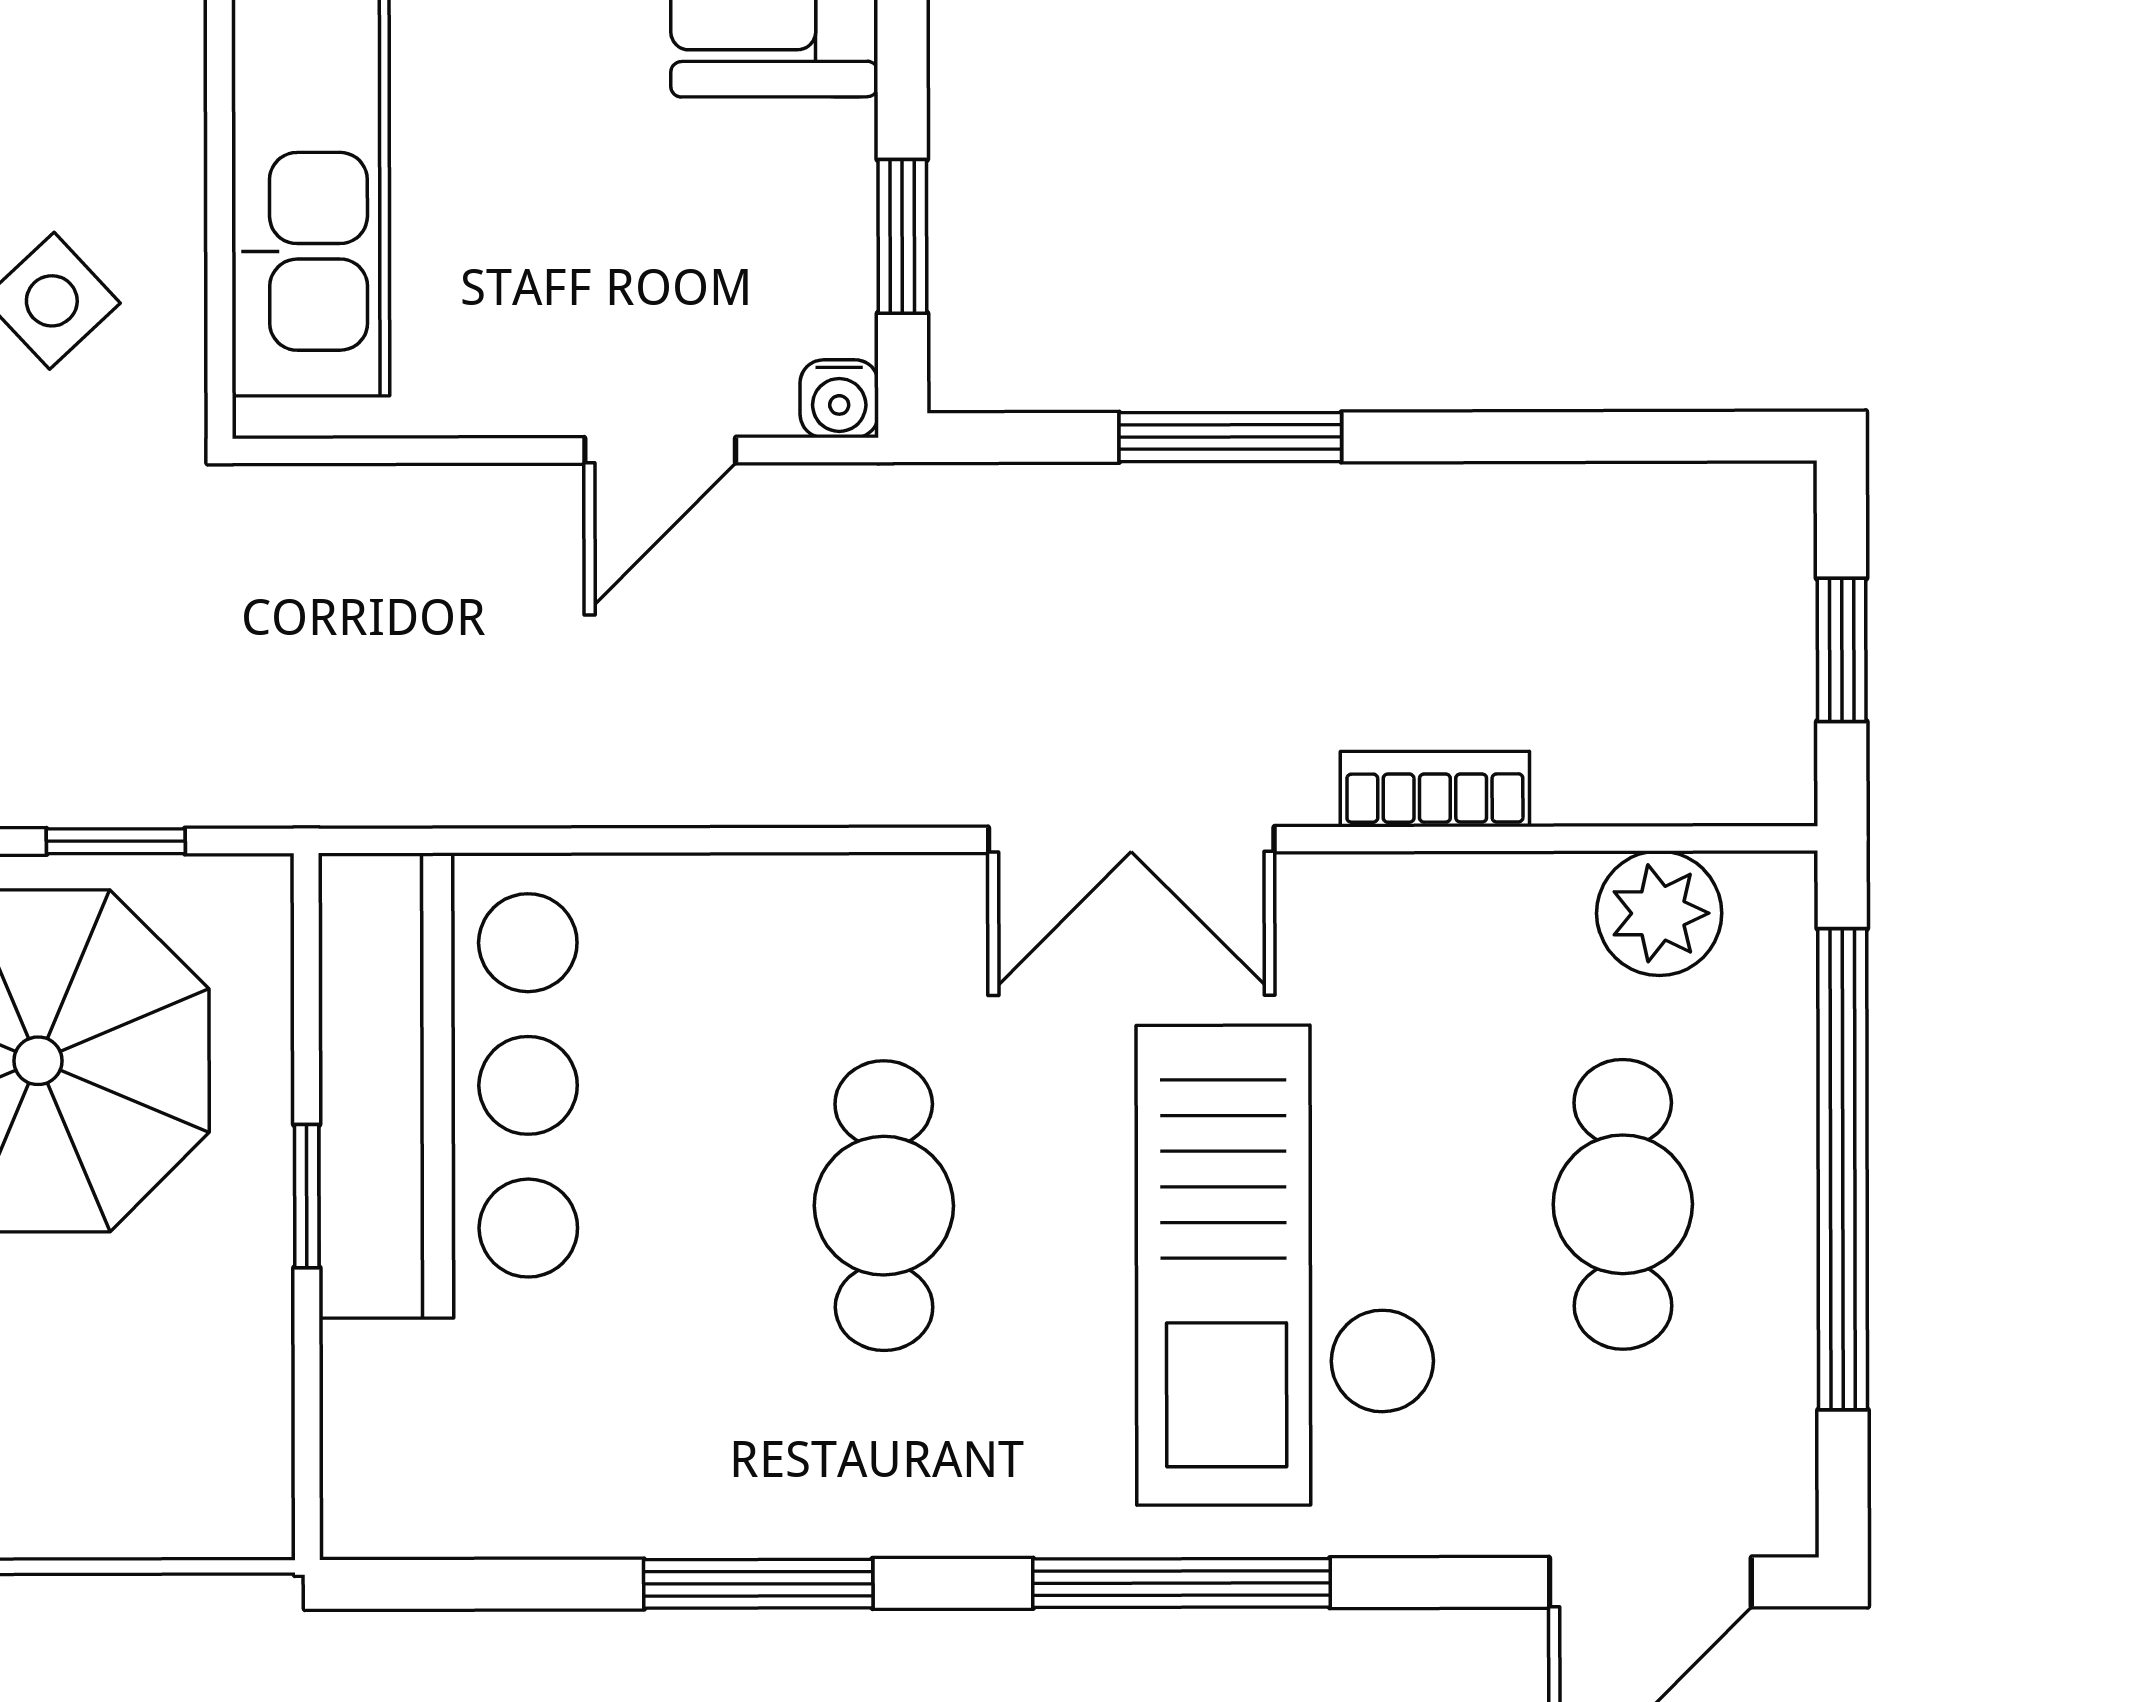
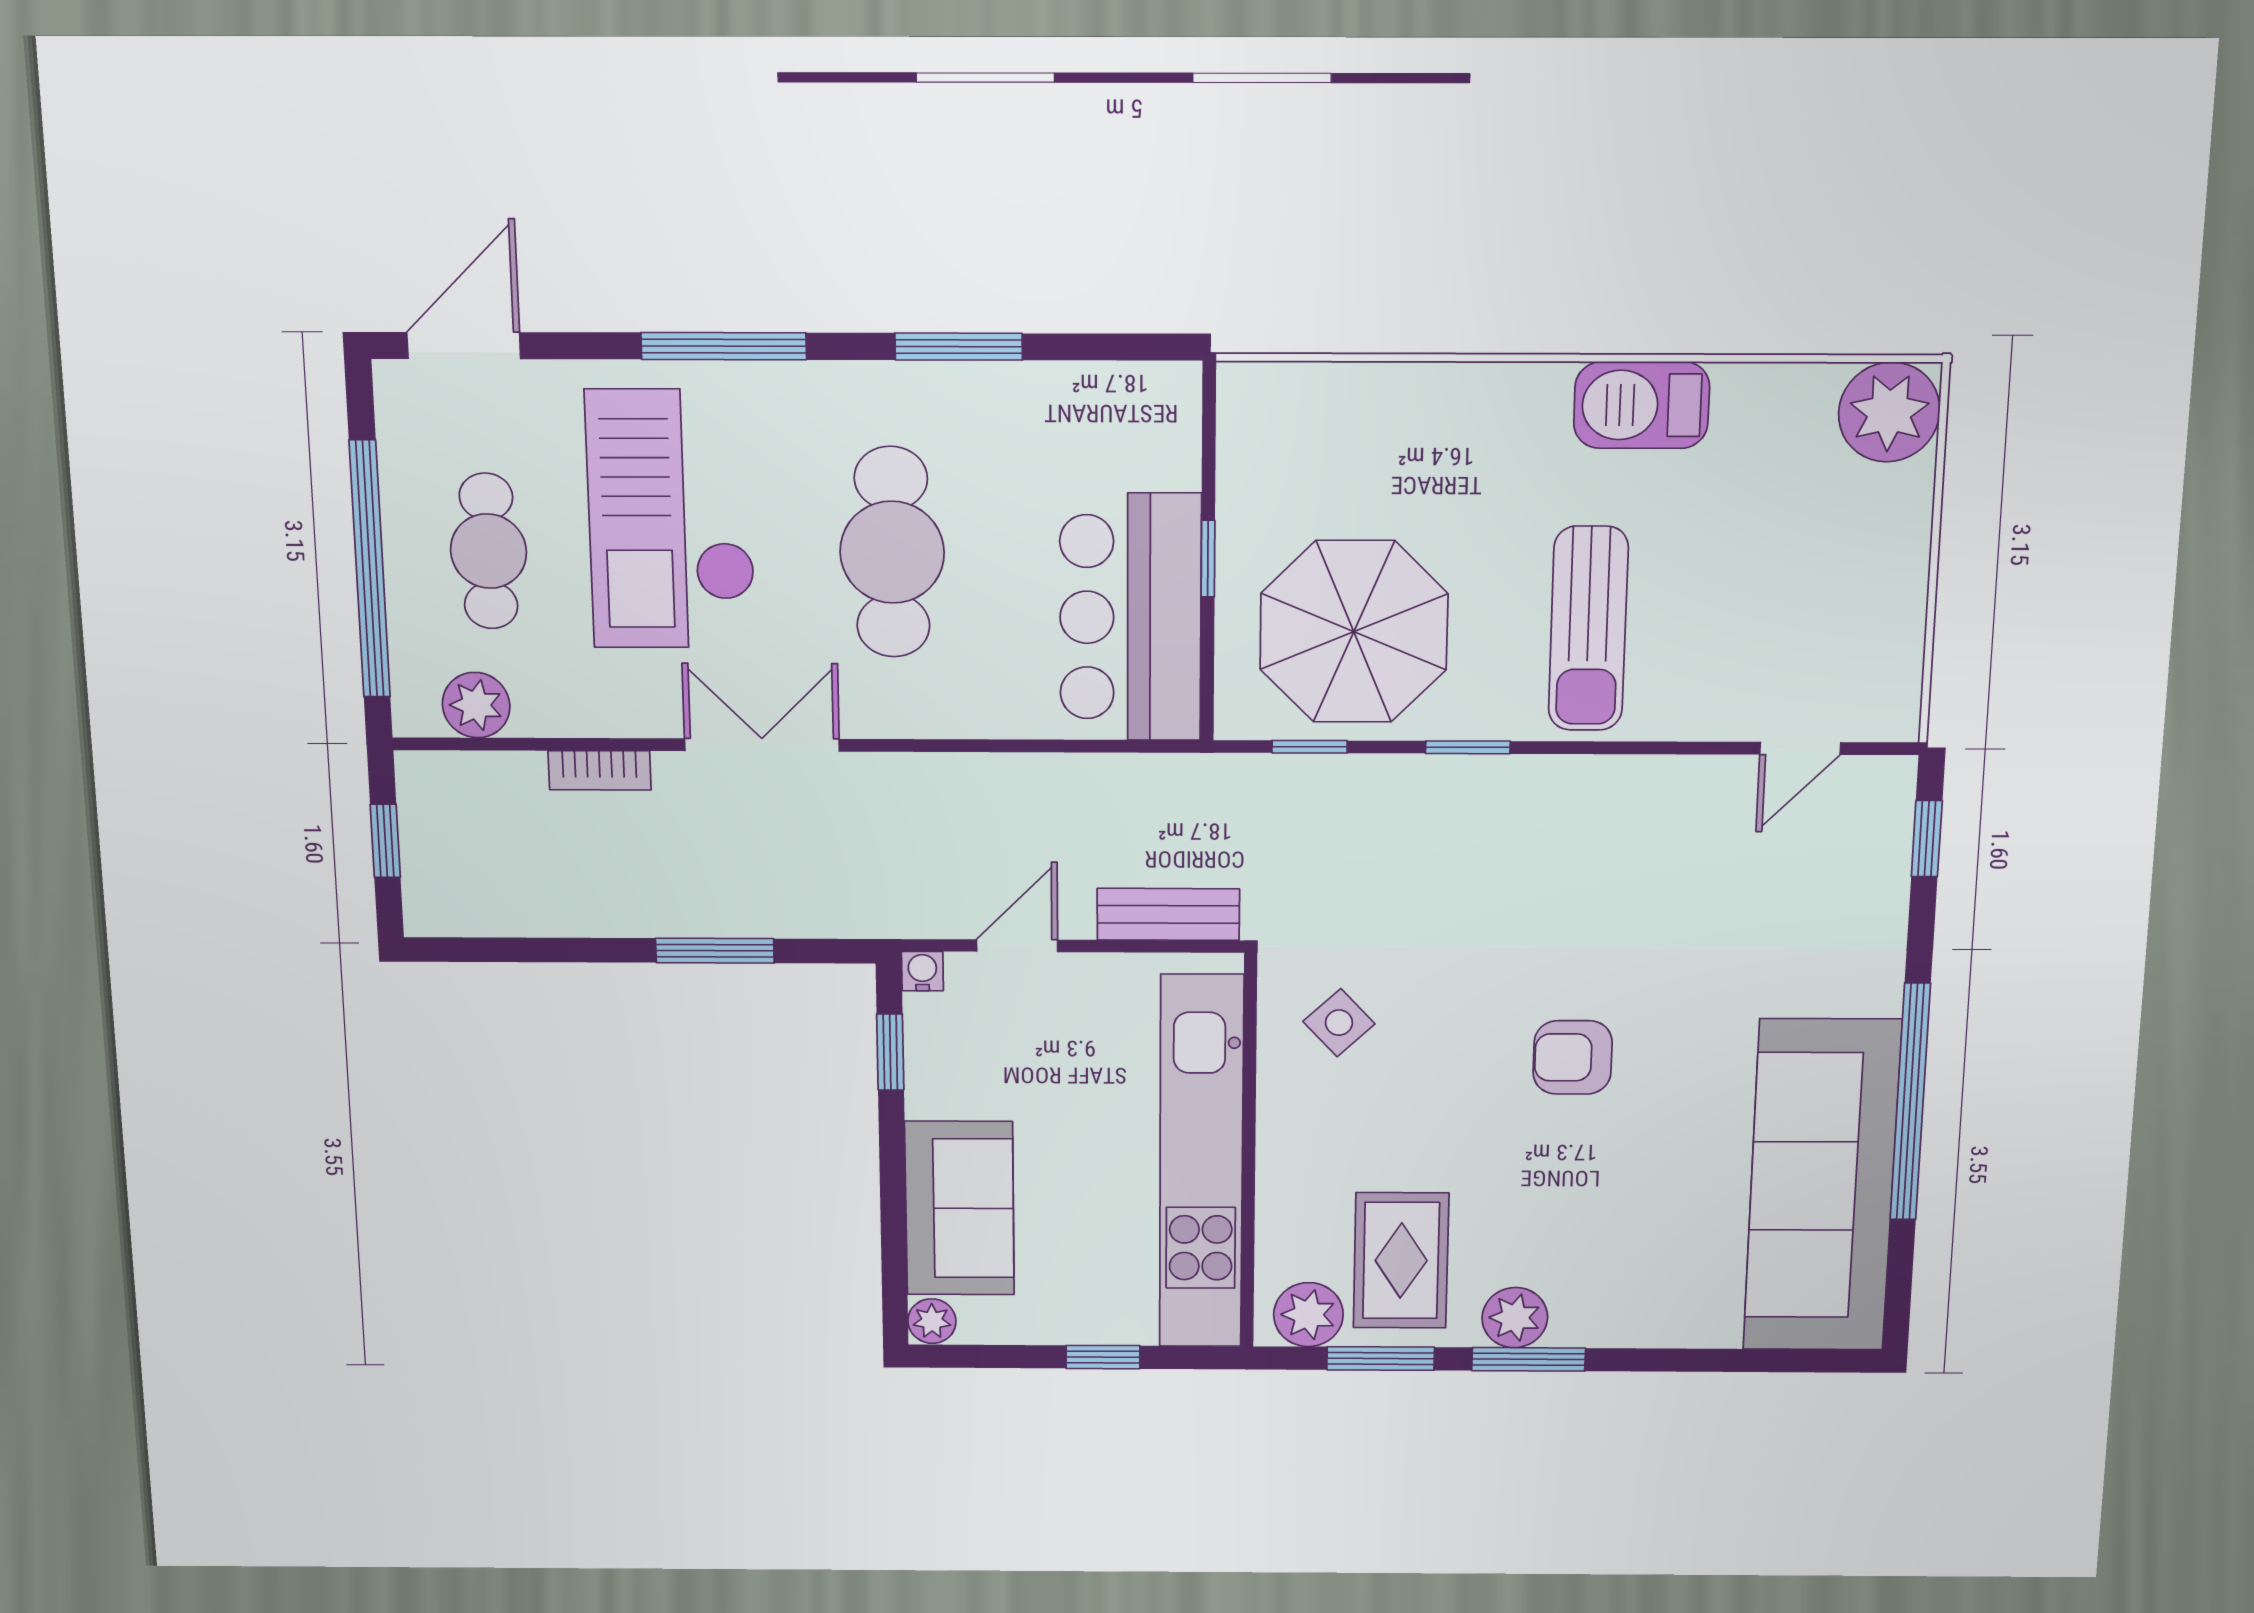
bench: (376, 514) -> (1168, 914), added
cafe table: (884, 1206) -> (892, 552), width x1.37, depth x1.35
checkout: (1286, 1265) -> (671, 519), turned 180

